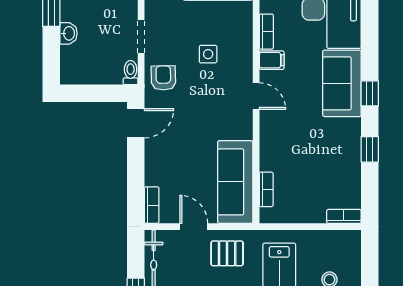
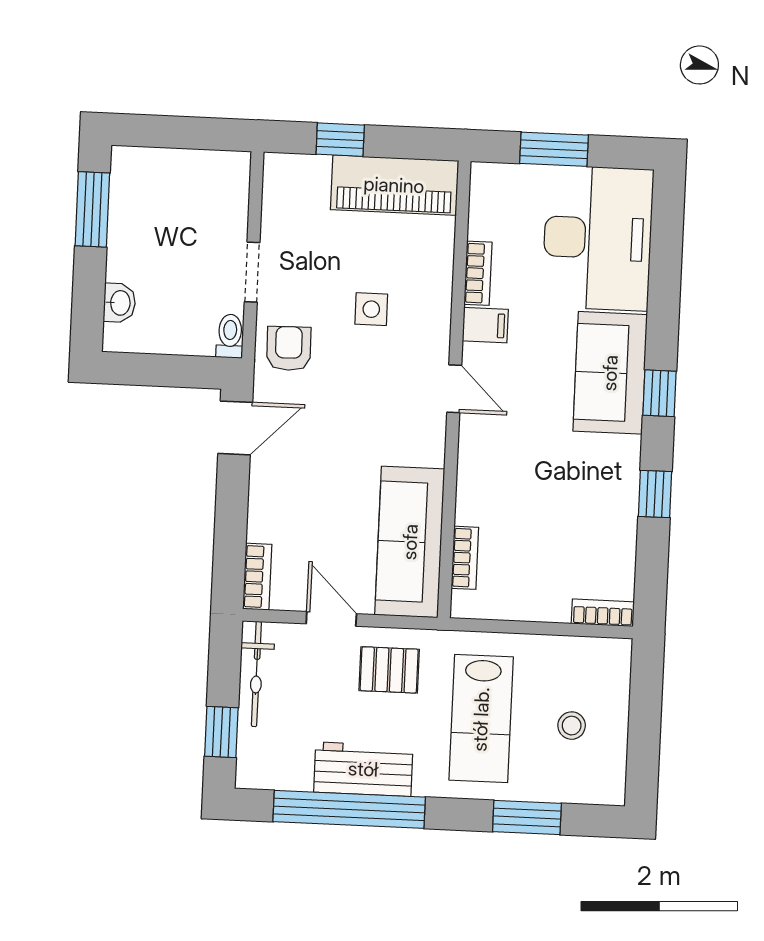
washbasin: (69, 33) -> (119, 303), moved

